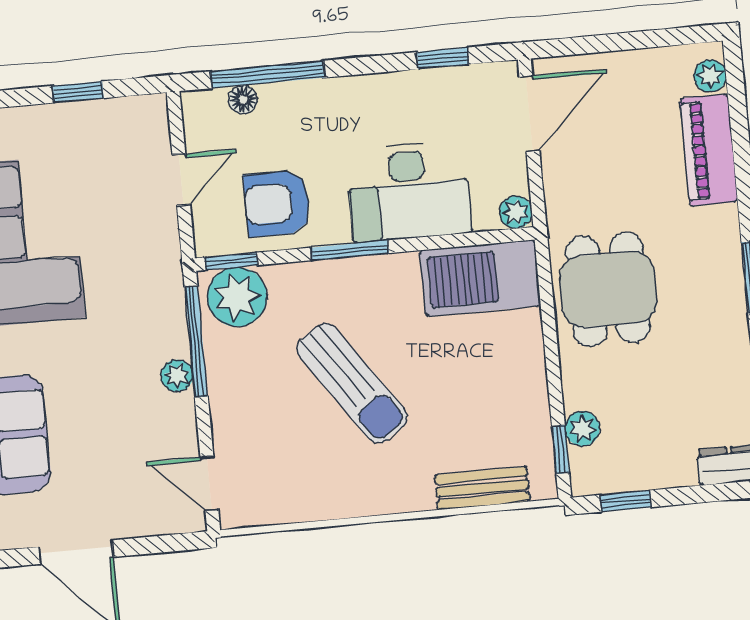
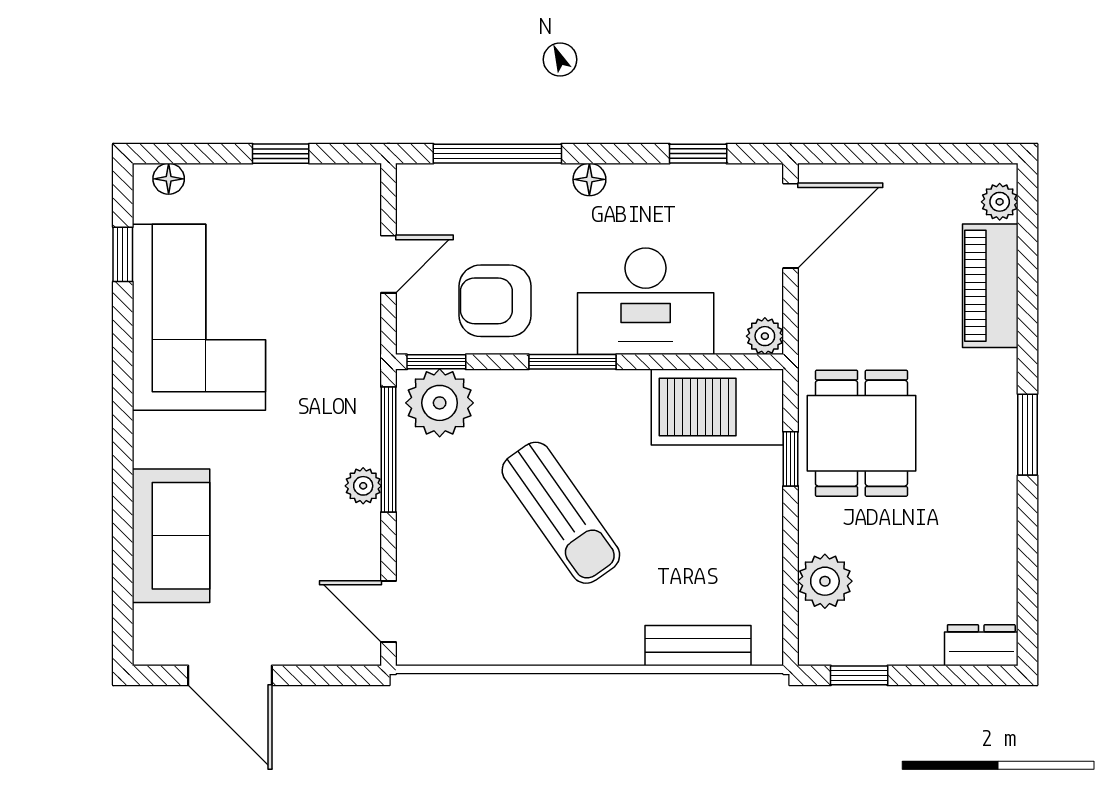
floor lamp: (243, 100) -> (589, 179), moved
plant: (582, 429) -> (825, 581), width x1.38, depth x1.38
window: (561, 449) -> (791, 459), moved

